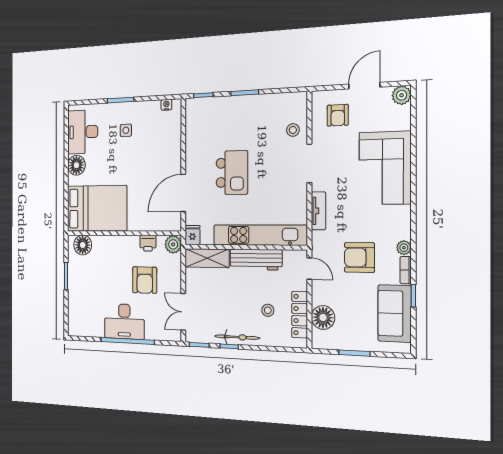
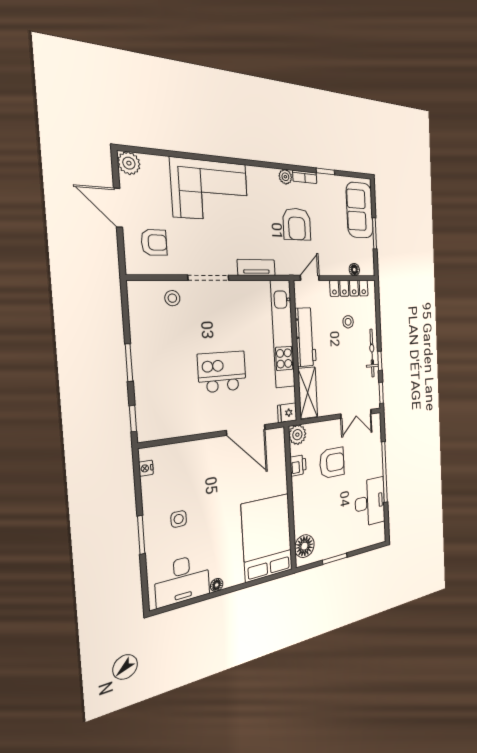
floor lamp: (76, 165) -> (217, 585), width x0.53, depth x0.53
sofa: (395, 313) -> (360, 210), moved, turned 90
floor lamp: (323, 317) -> (354, 270), width x0.53, depth x0.53
desk: (124, 321) -> (370, 502), moved

